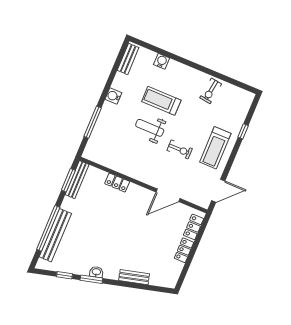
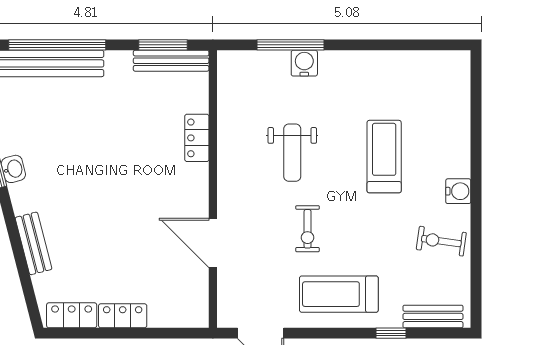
bench: (128, 59) -> (433, 316), moved
water cooler: (162, 61) -> (458, 191), moved
water cooler: (113, 96) -> (304, 63), moved
weight bench: (150, 128) -> (292, 153), moved, turned 180
locker: (193, 227) -> (72, 315), moved

